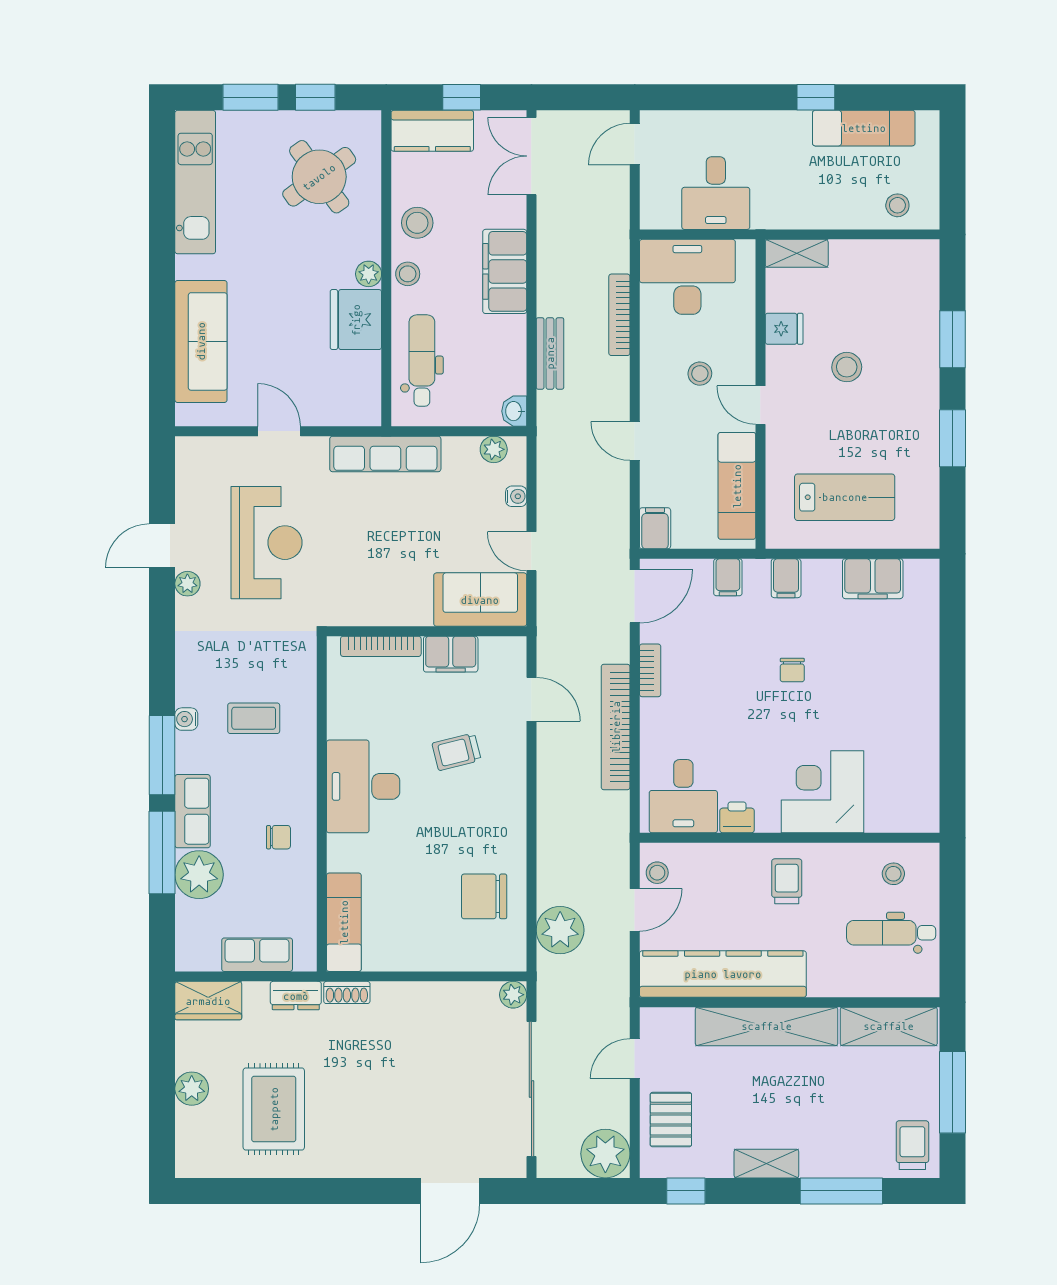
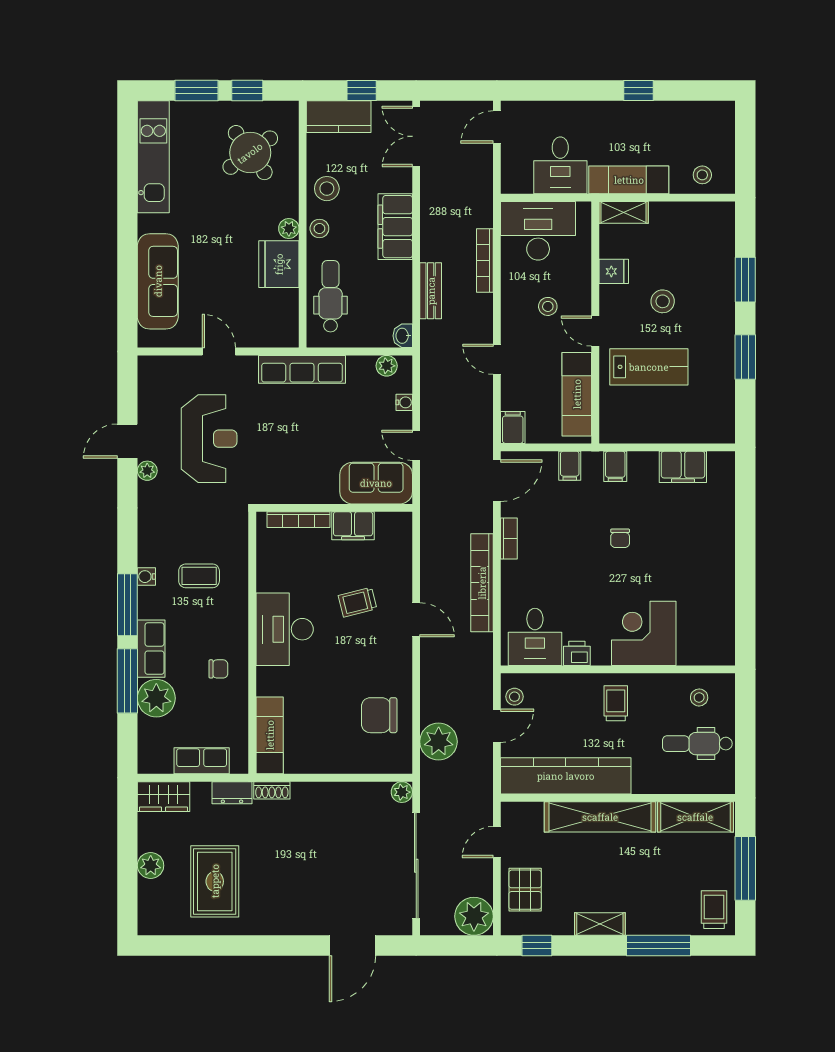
exam couch: (864, 128) -> (629, 180), moved, turned 180
lab bench: (845, 497) -> (649, 367), moved
door: (531, 699) -> (416, 620), moved

